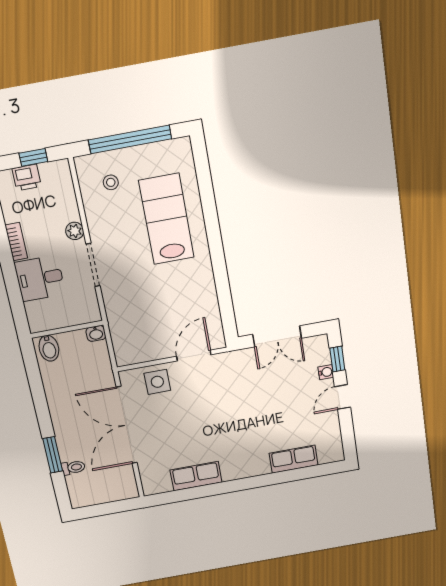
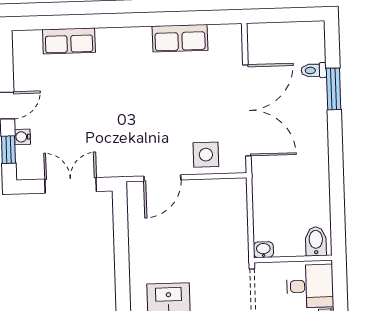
wall: (67, 329) -> (293, 259), moved
washbasin: (96, 333) -> (263, 250), moved
bidet: (49, 348) -> (316, 241), moved

